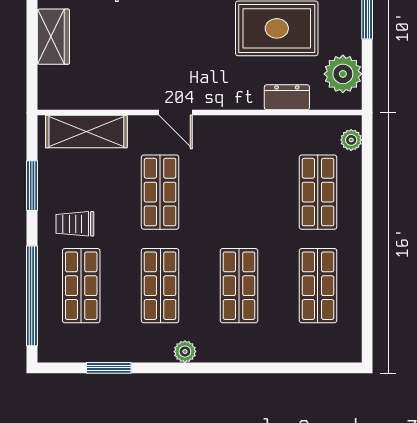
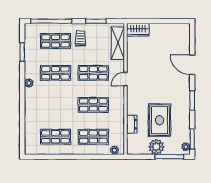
wardrobe: (53, 37) -> (138, 30), moved
plant: (343, 74) -> (156, 147), moved
shop shelf: (239, 286) -> (93, 105), moved

